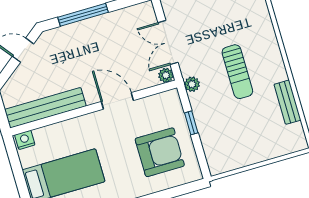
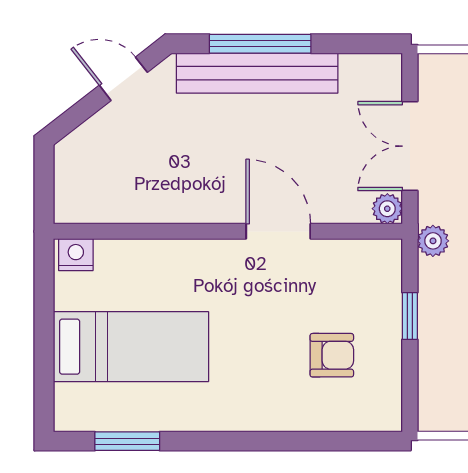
bench: (45, 108) -> (257, 73), moved
armchair: (160, 152) -> (332, 355), width x0.53, depth x0.53

